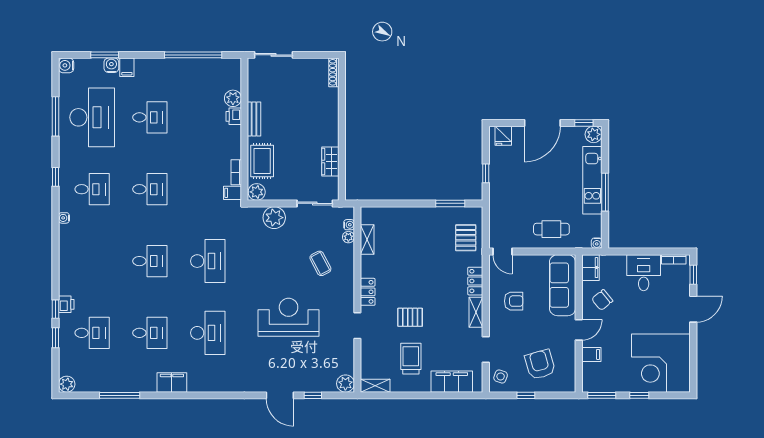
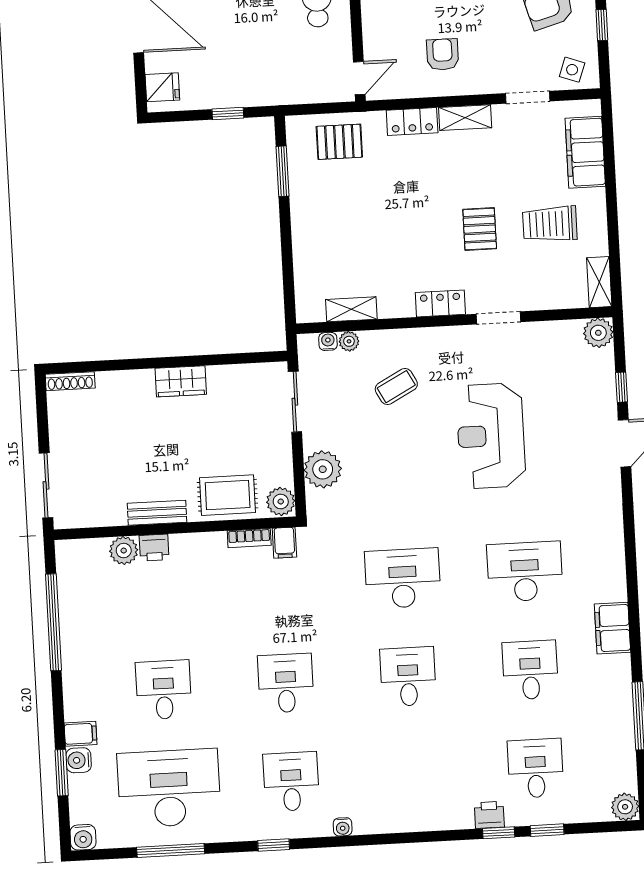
wardrobe: (330, 161) -> (181, 381), moved

